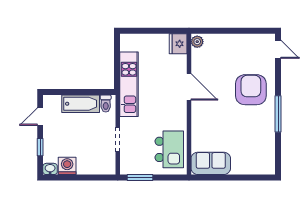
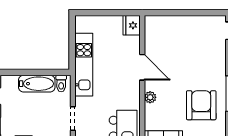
plant: (197, 42) -> (150, 97), moved
armchair: (251, 90) -> (201, 105), moved

